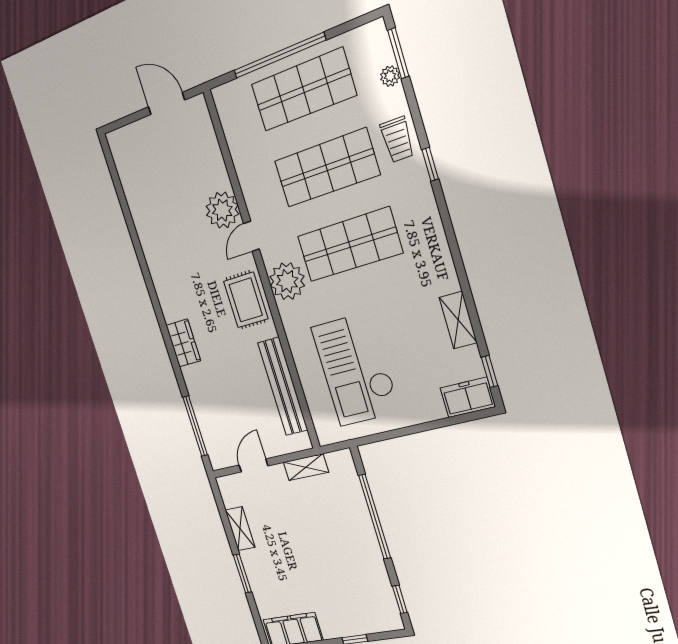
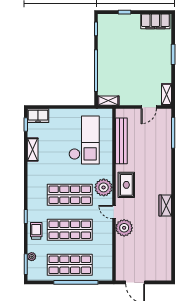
door: (251, 236) -> (114, 212), swing flipped
wardrobe: (183, 343) -> (165, 205), moved
shelving: (306, 467) -> (108, 101), moved
shelving: (240, 529) -> (167, 94), moved

